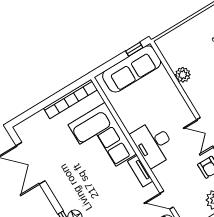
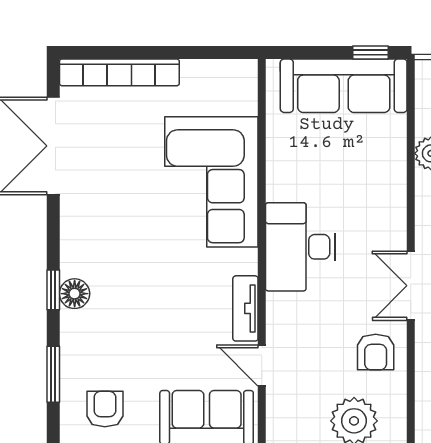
bookcase: (70, 99) -> (119, 72), moved
tv unit: (140, 171) -> (245, 308), moved

